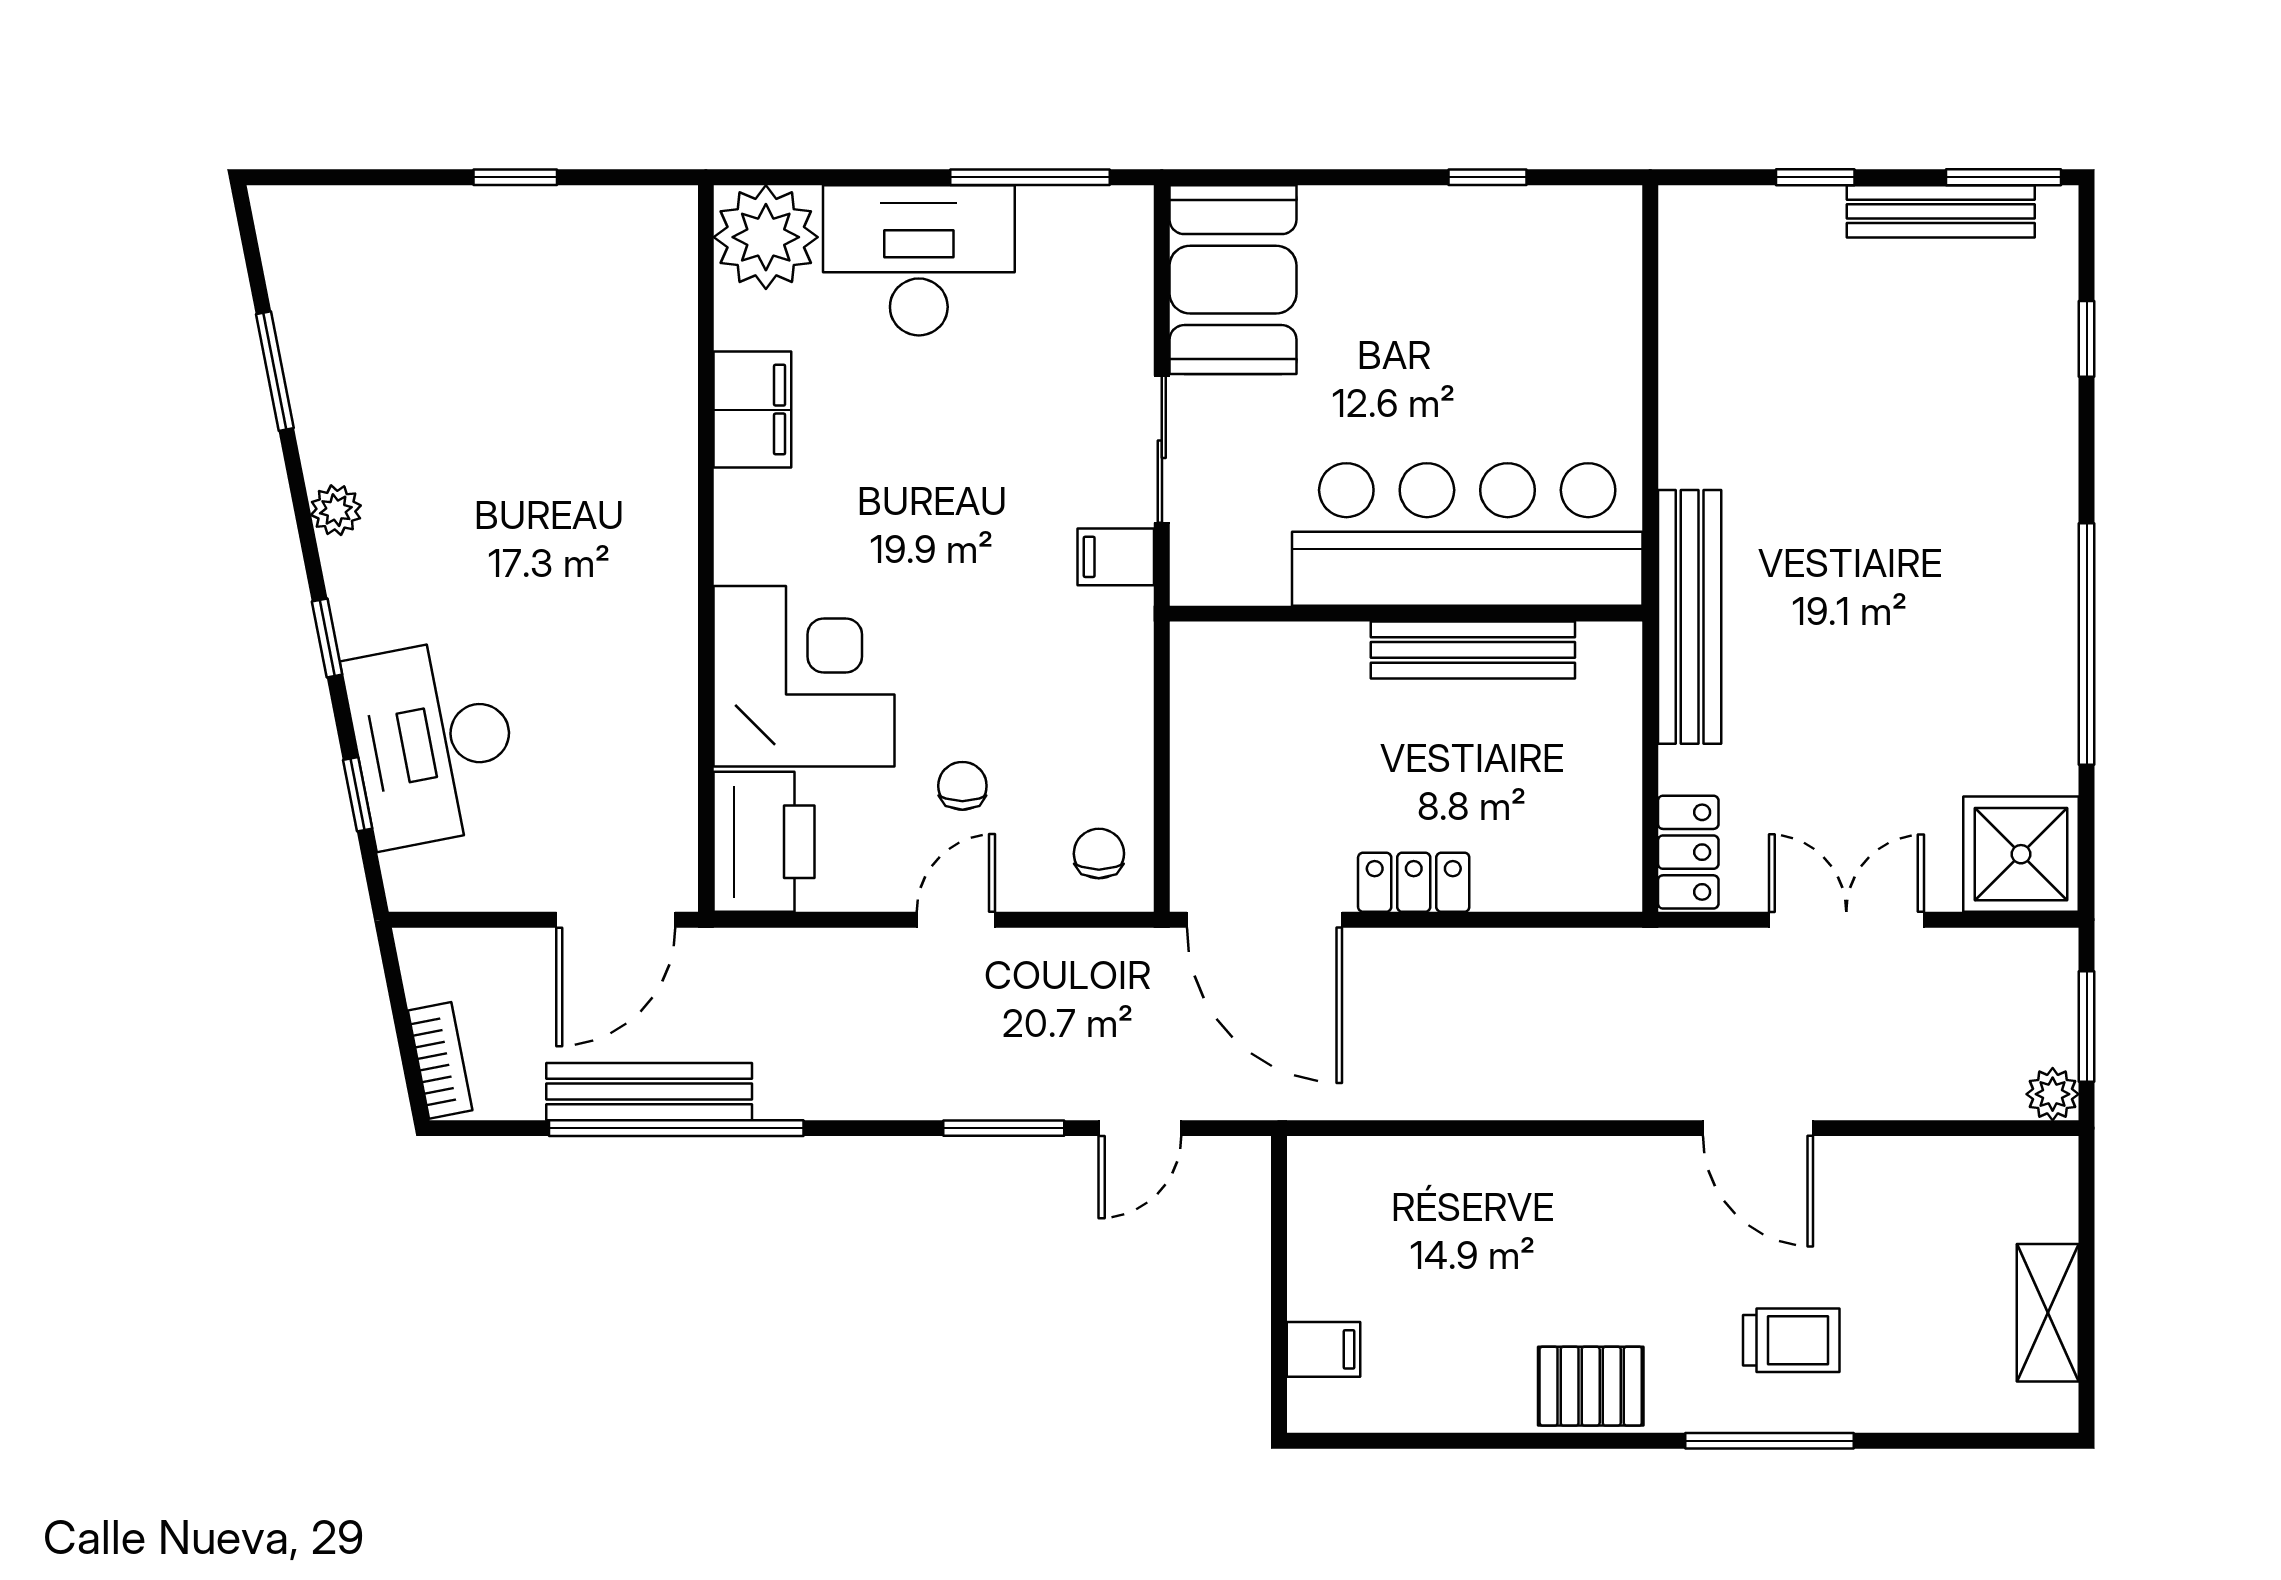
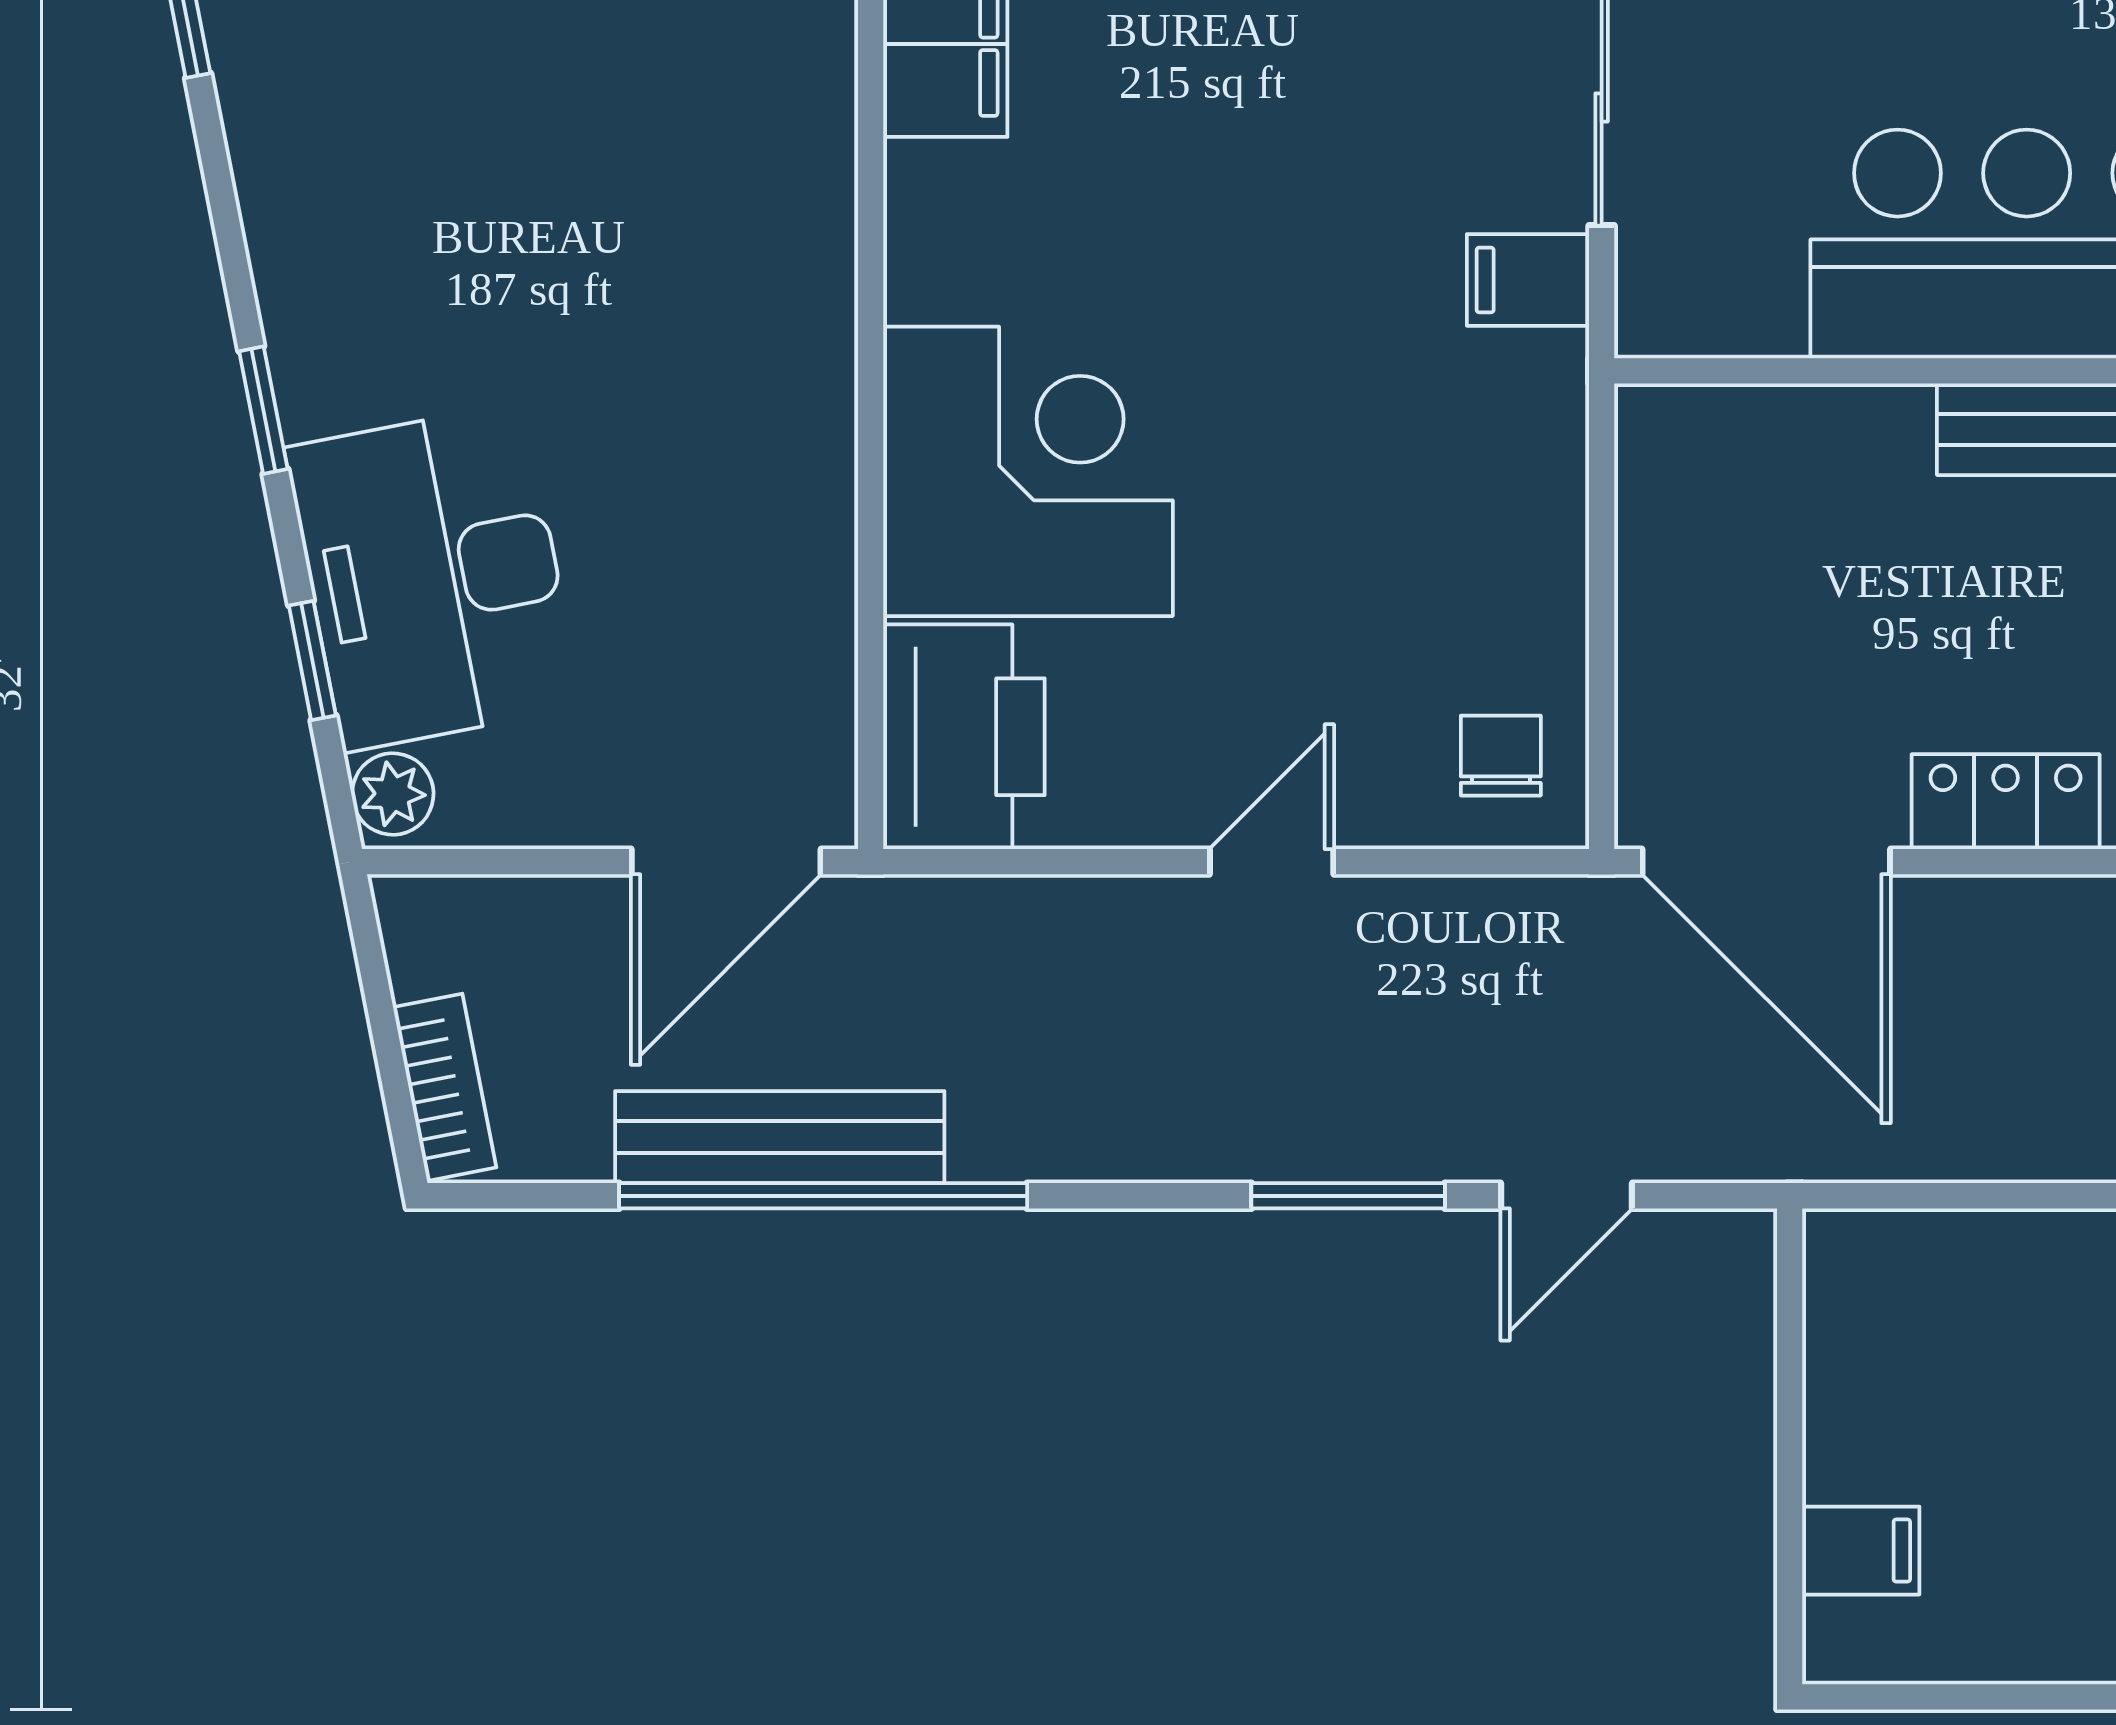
plant: (336, 510) -> (393, 794), moved
chair: (962, 786) -> (1282, 647), removed

